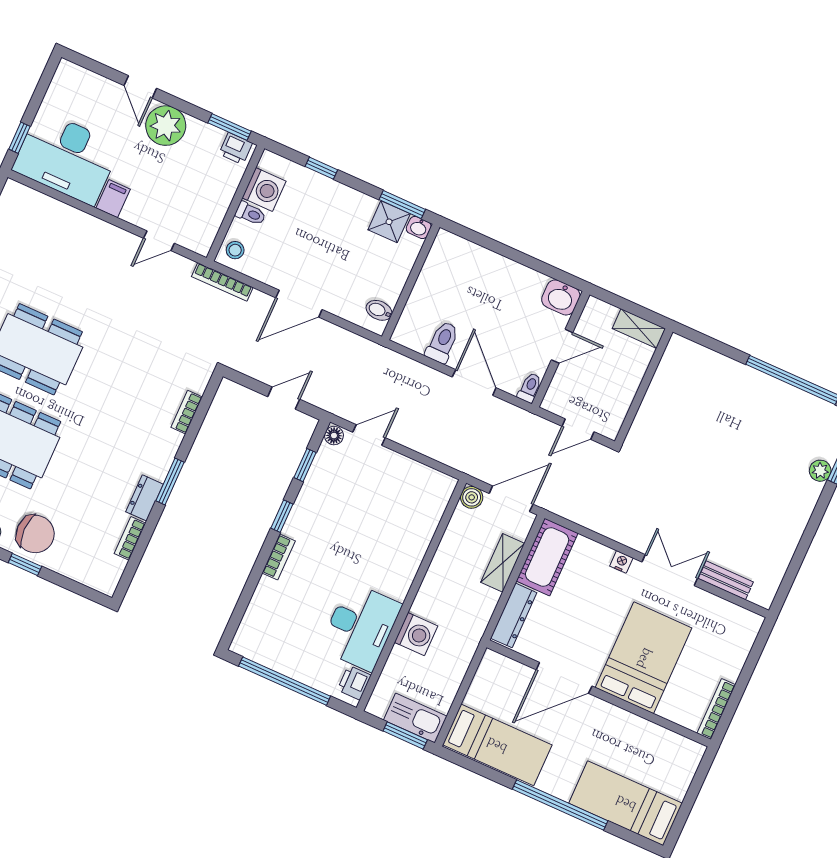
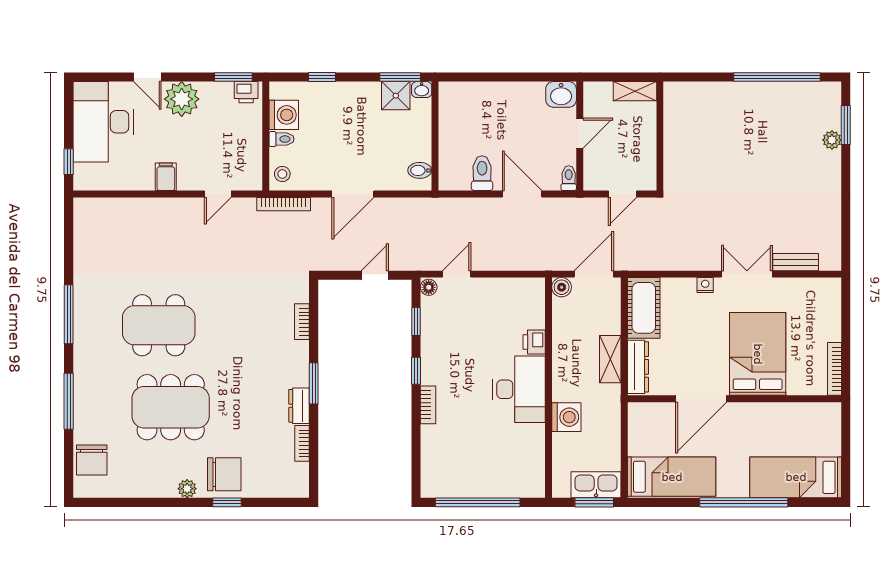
desk: (66, 157) -> (103, 122), moved, turned 90
shelving: (503, 563) -> (610, 359), moved
desk: (360, 627) -> (519, 389), moved
printer: (354, 683) -> (534, 342), moved

